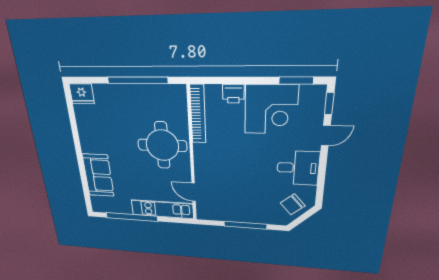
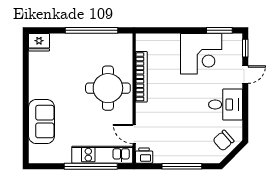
printer: (233, 94) -> (144, 156), moved, turned 180
bookcase: (198, 114) -> (141, 77), moved
window: (132, 217) -> (91, 166), moved

